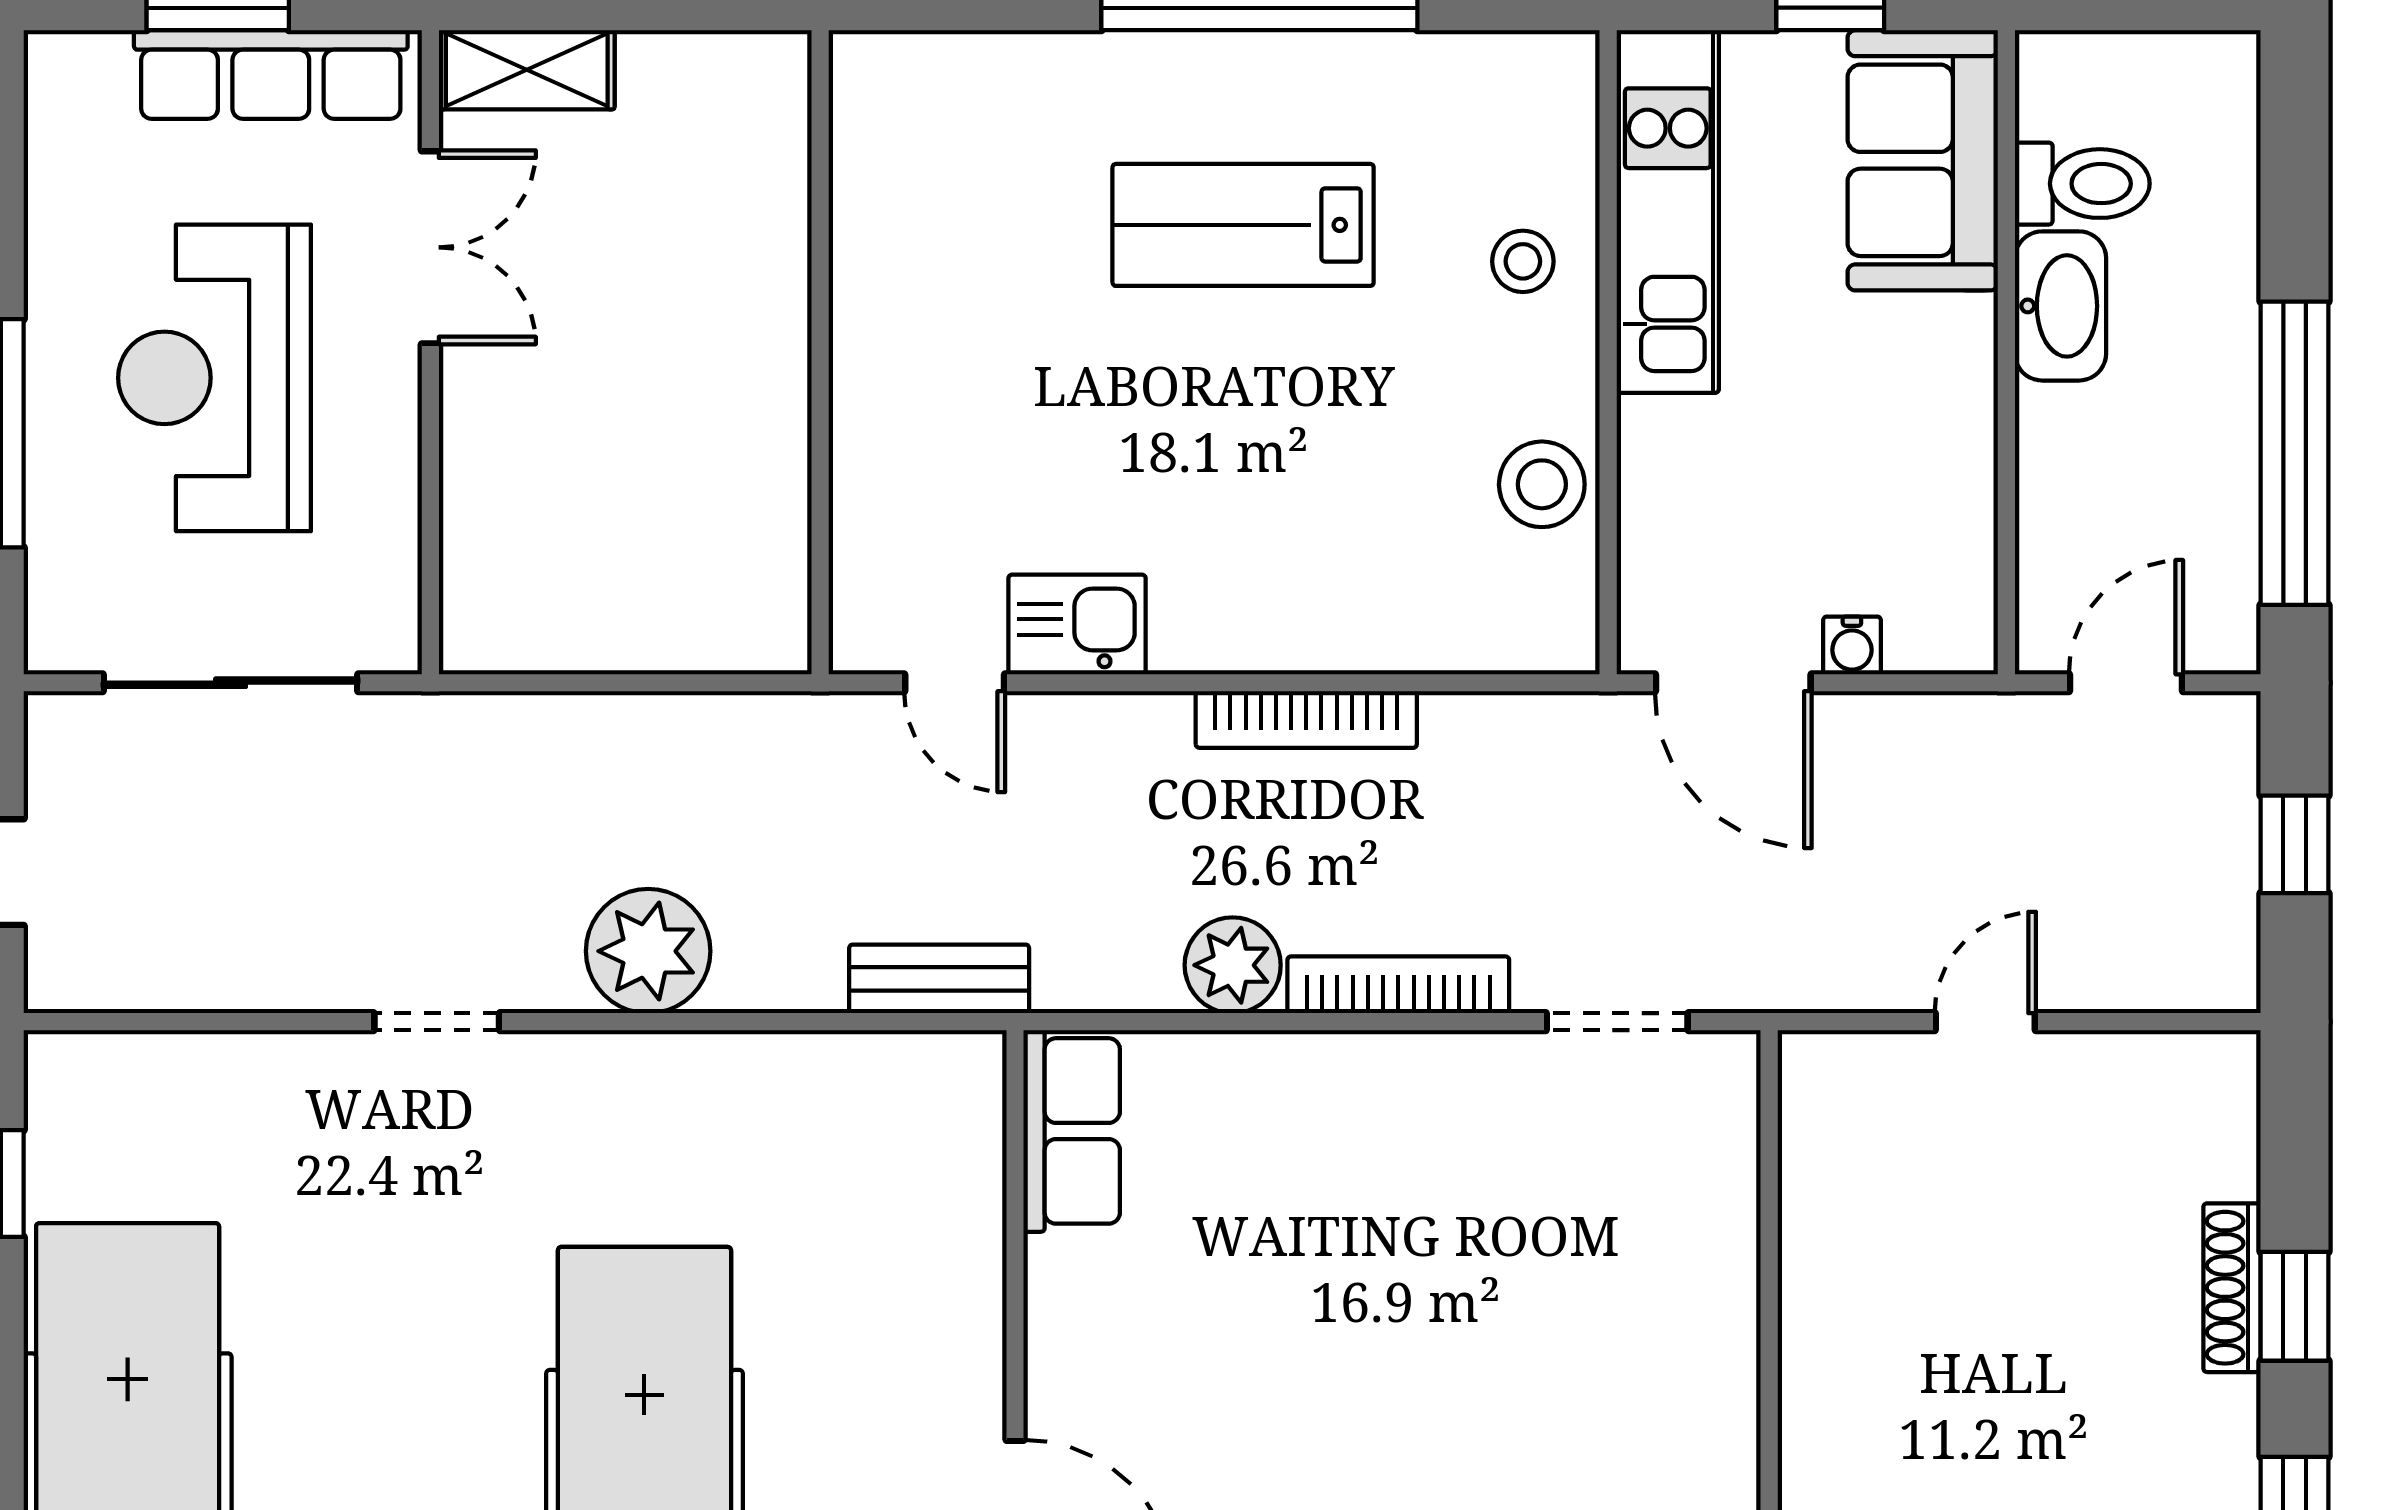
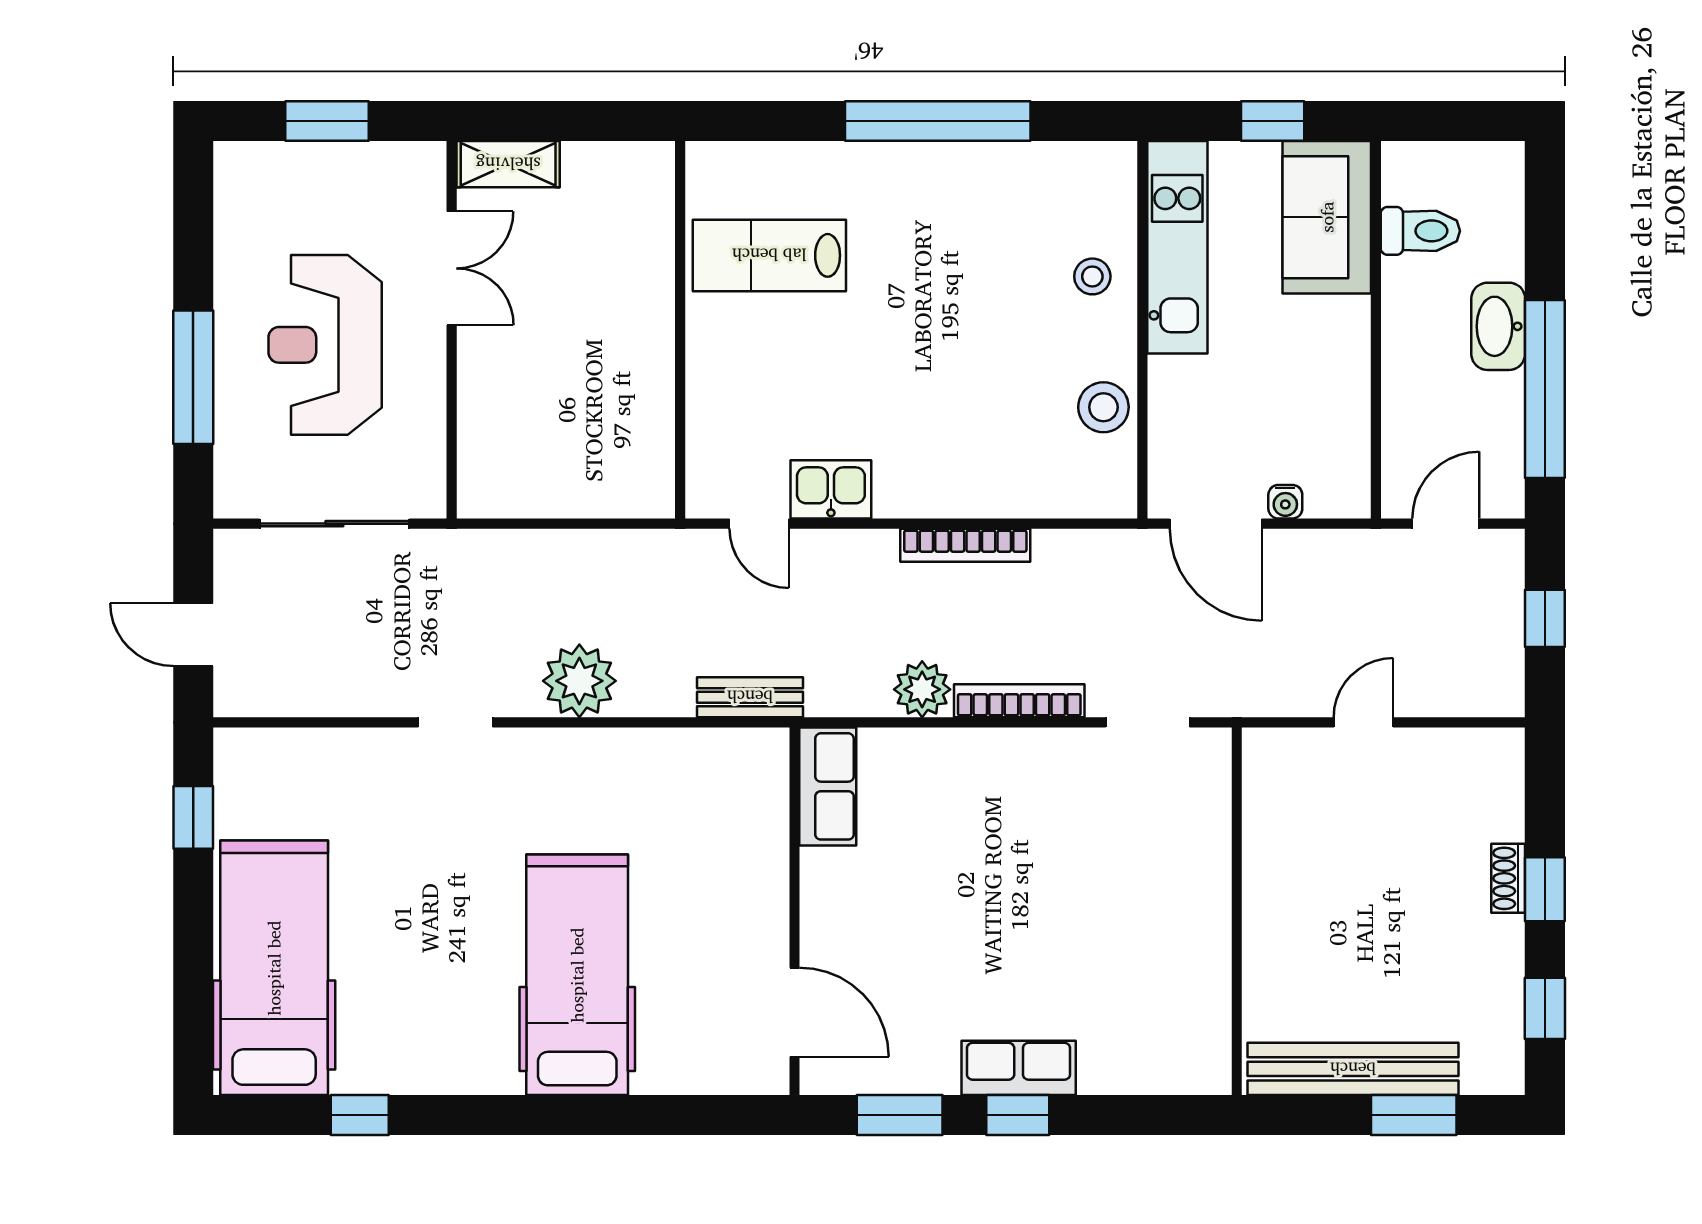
row of seats: (271, 75) -> (358, 167), removed
lab bench: (1243, 225) -> (769, 255), moved
washbasin: (2061, 306) -> (1498, 326), moved, turned 180
shoe rack: (2232, 1288) -> (1508, 878), width x0.70

